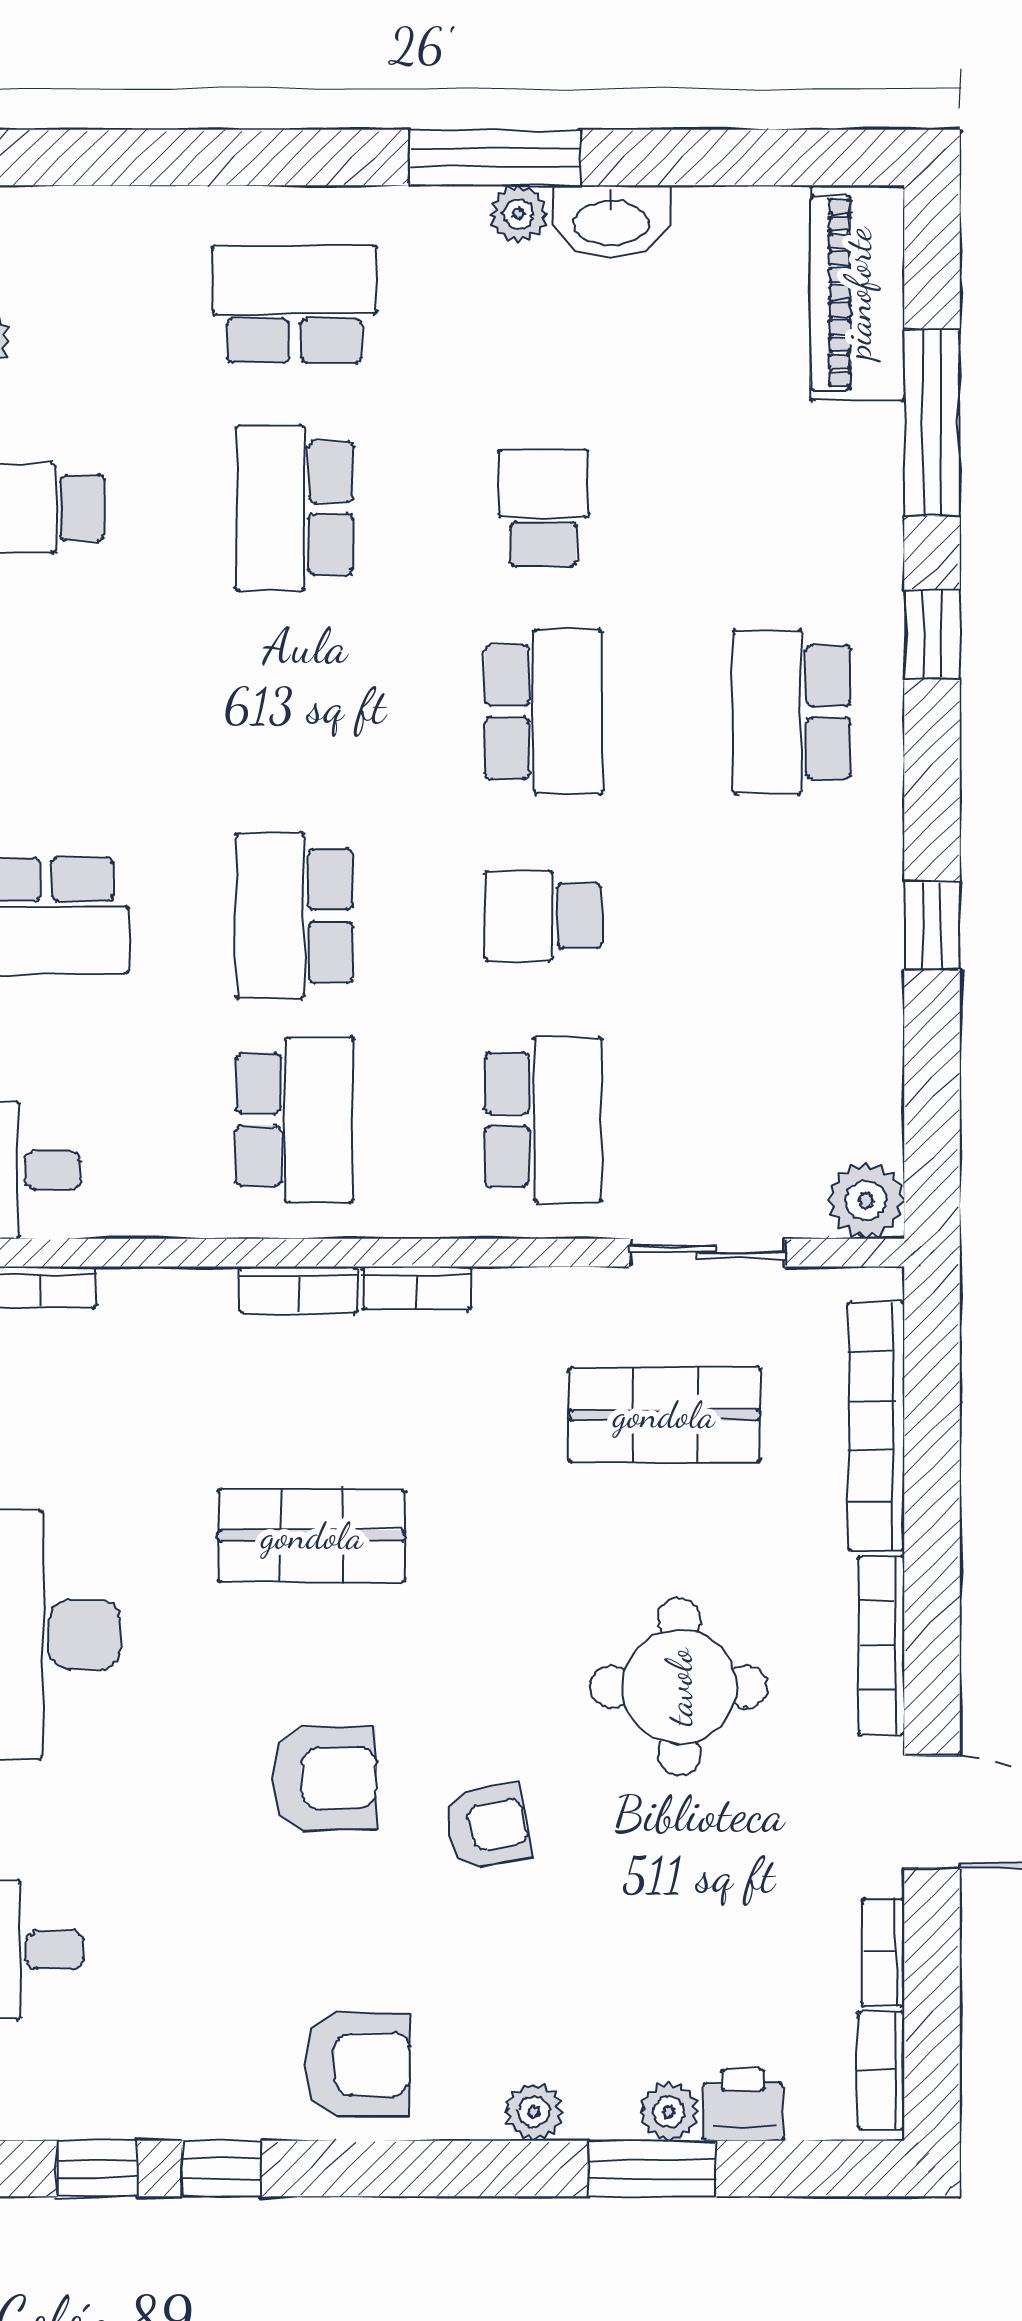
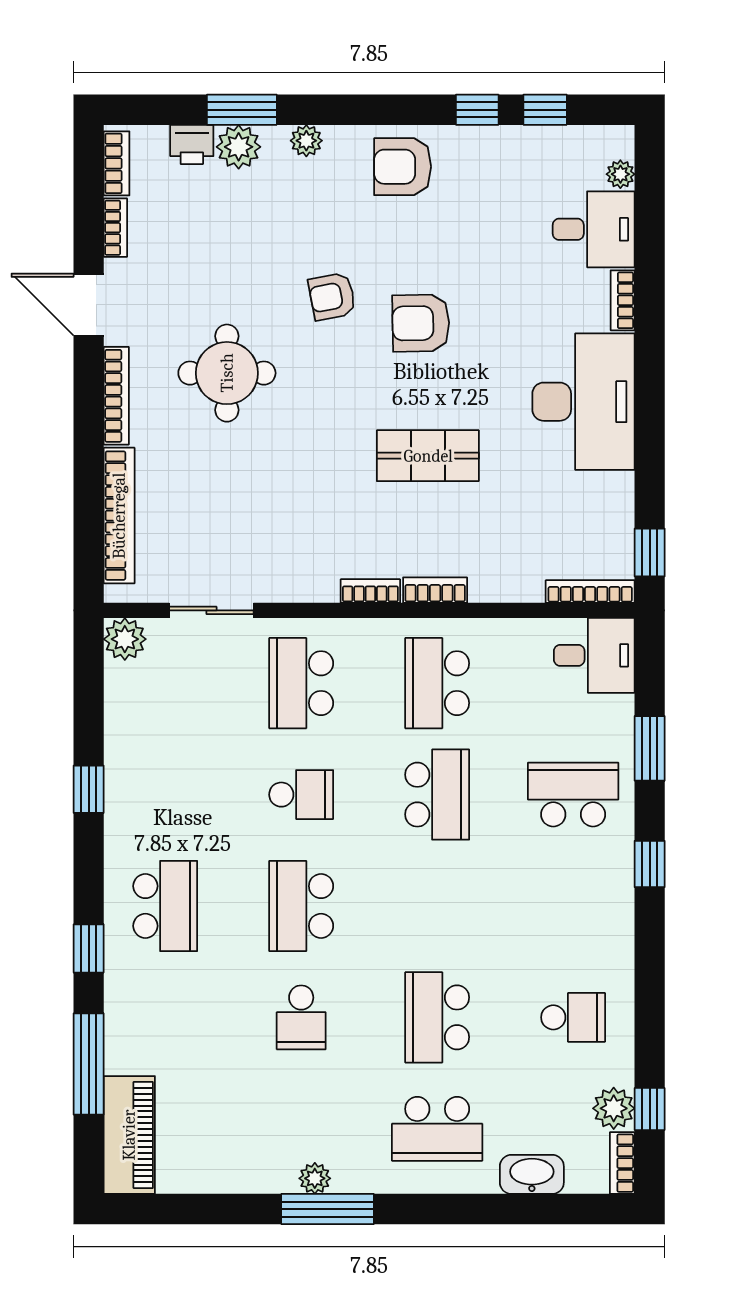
washbasin: (611, 221) -> (532, 1174), moved
school desk: (295, 508) -> (437, 1017), turned 180
shop shelf: (664, 1415) -> (235, 522), removed
plant: (669, 2112) -> (239, 147), width x1.38, depth x1.38

